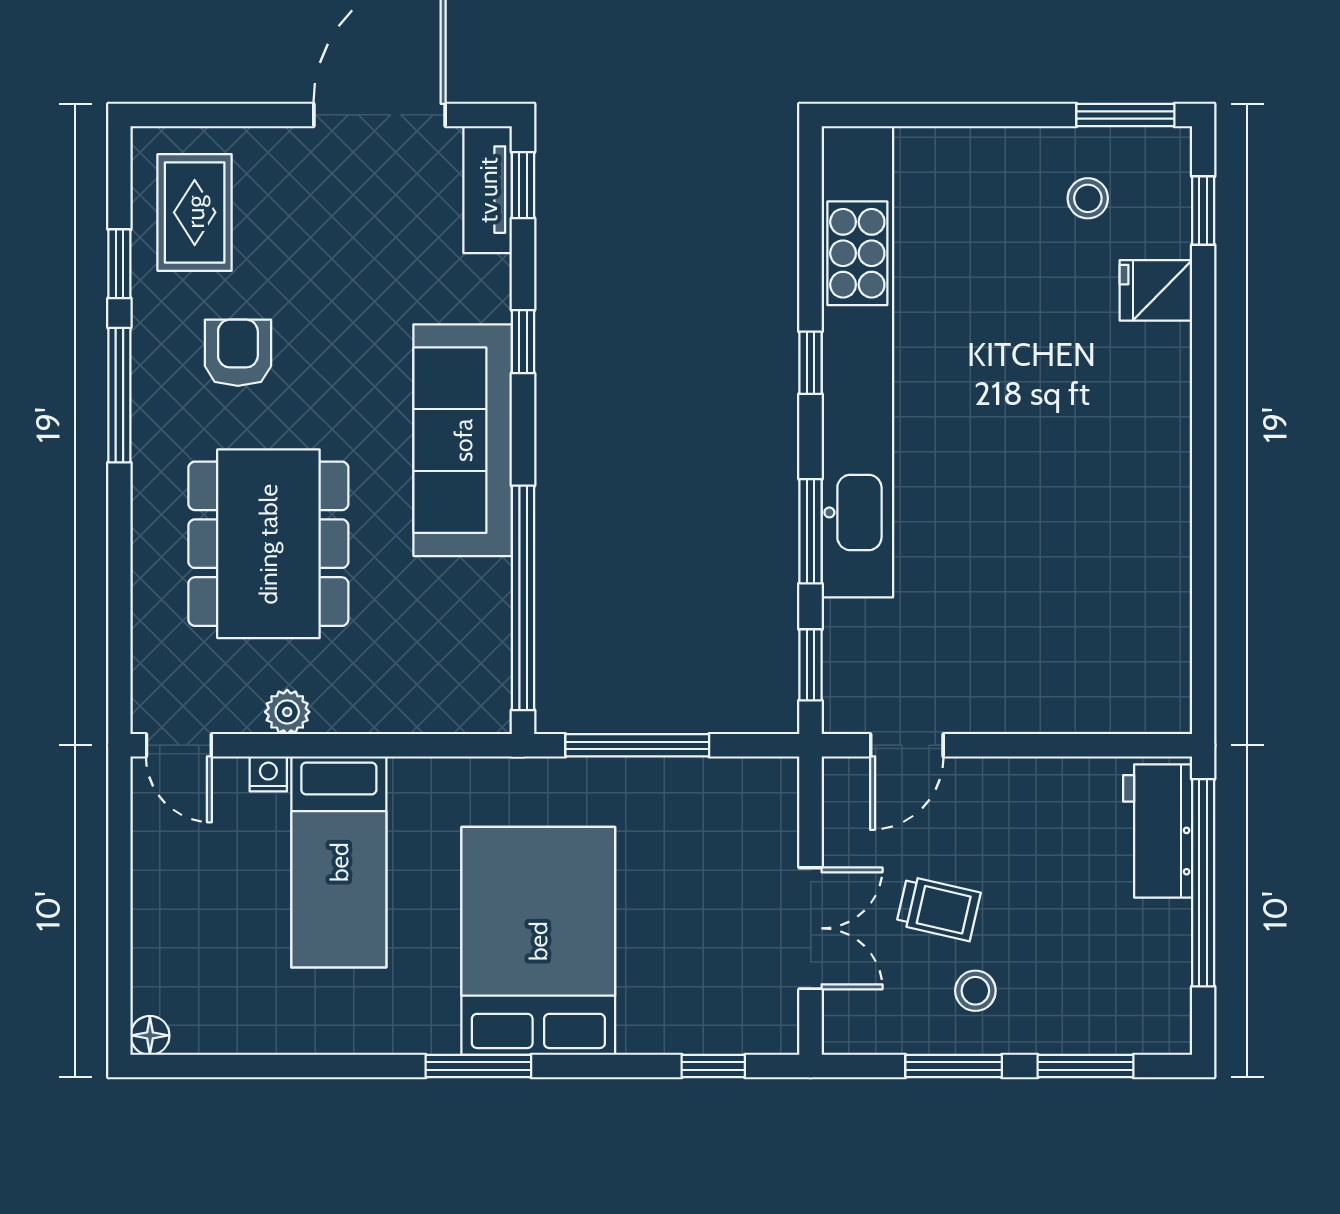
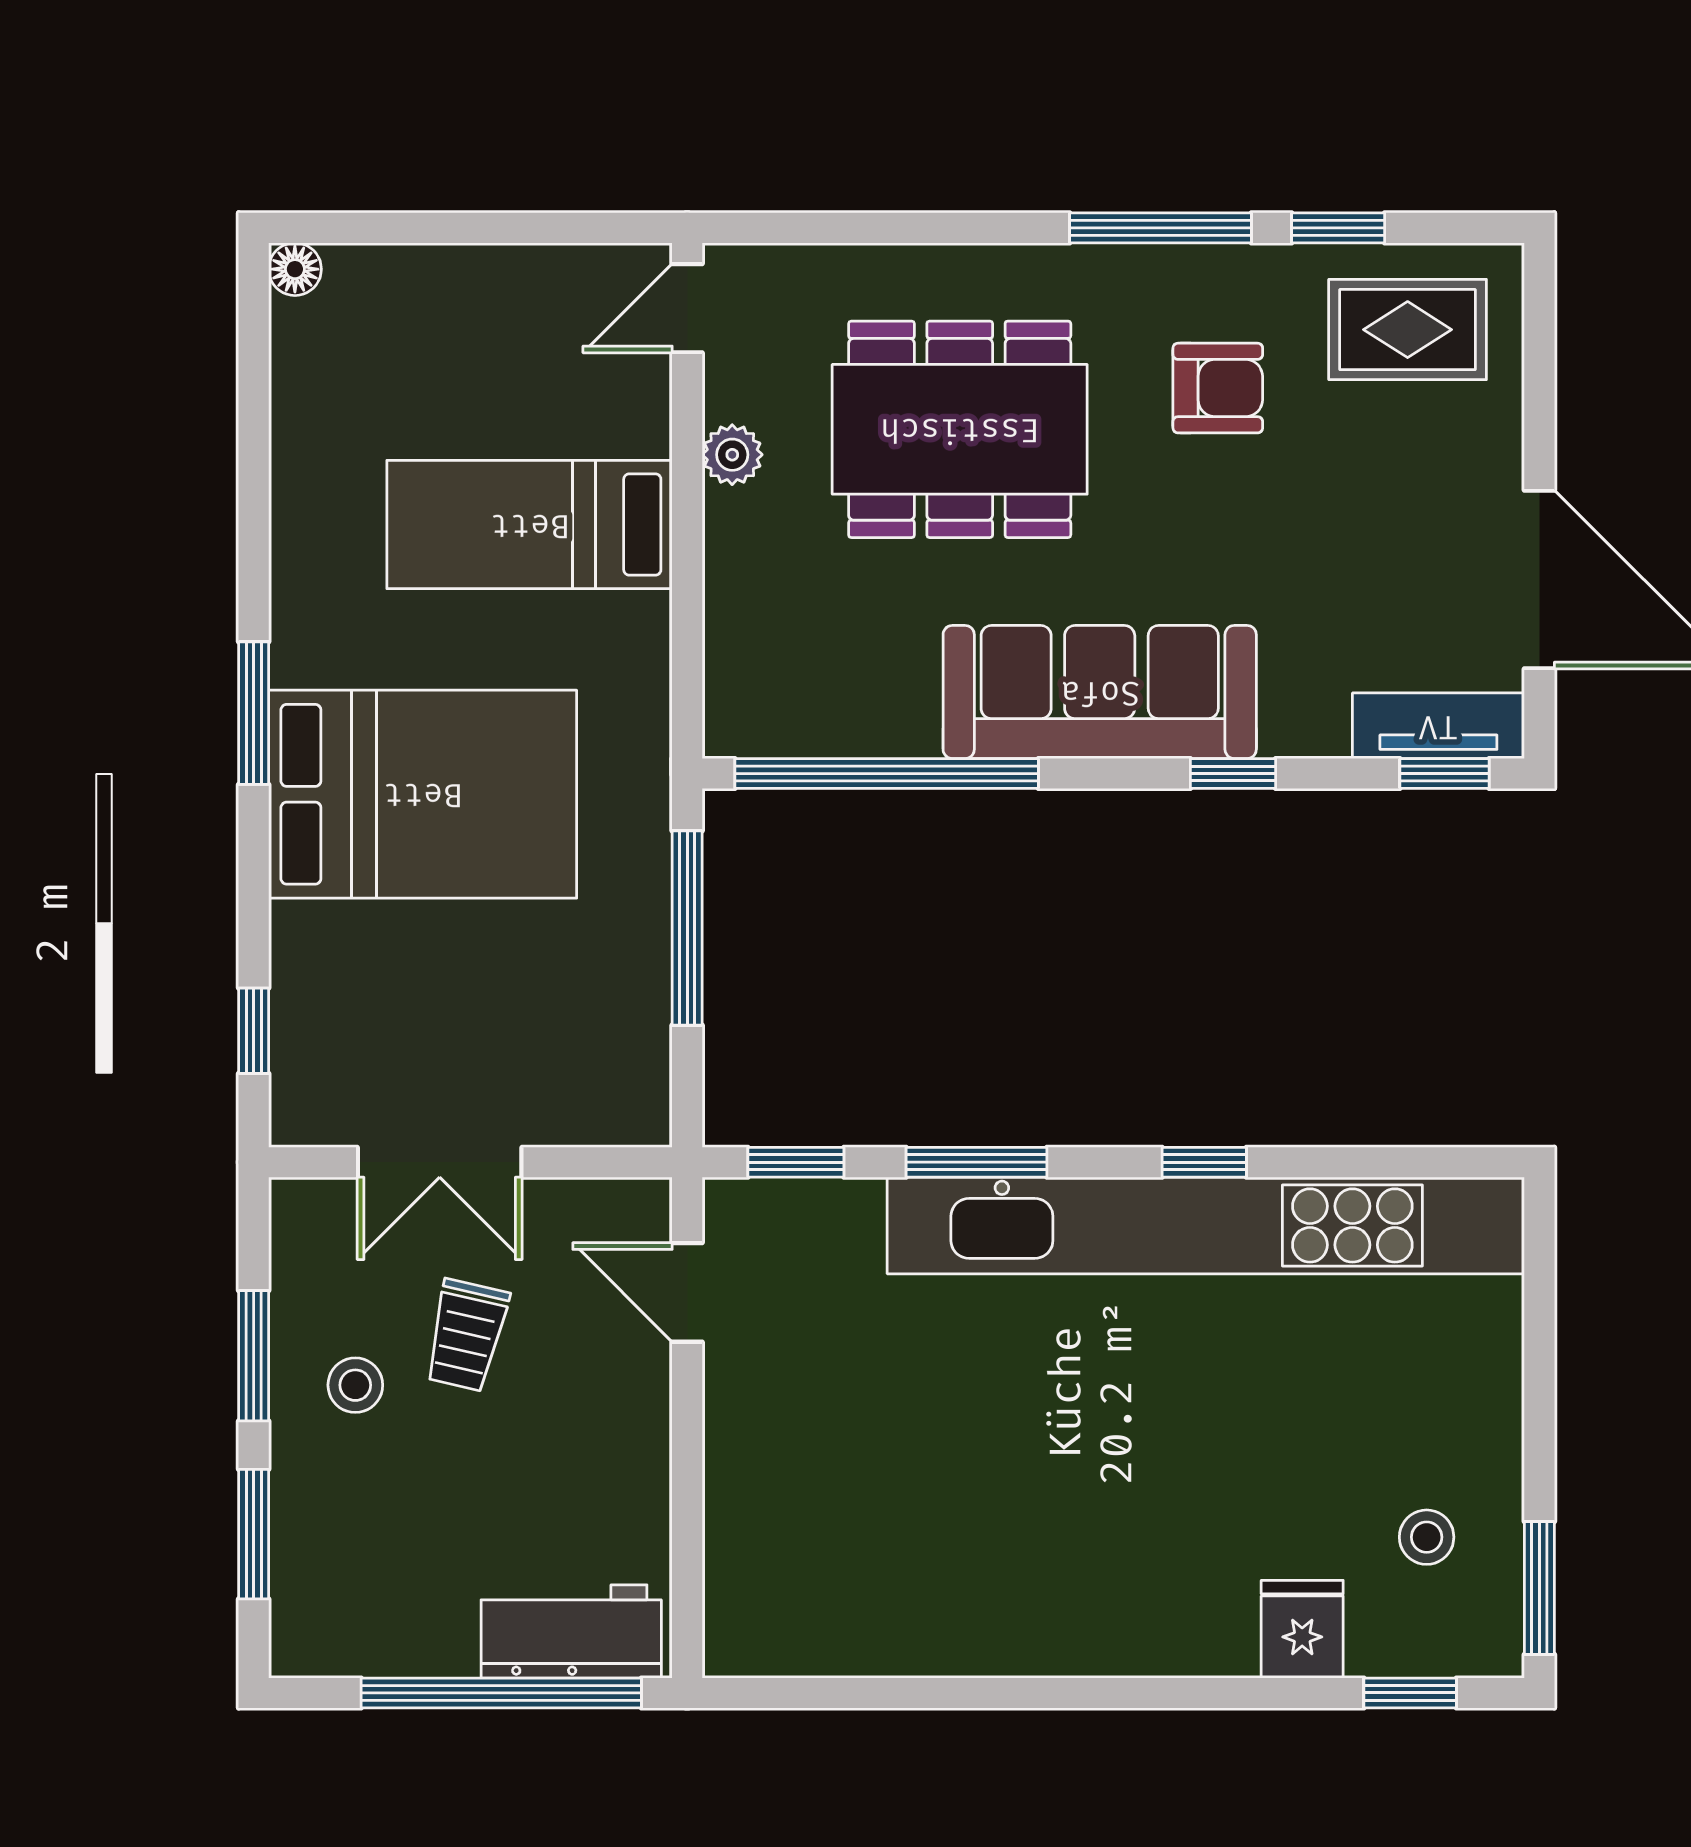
nightstand: (268, 774) -> (649, 429), removed

